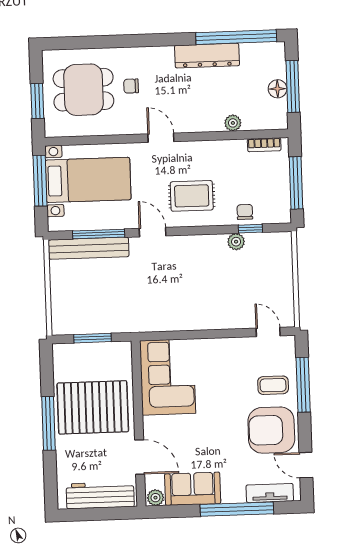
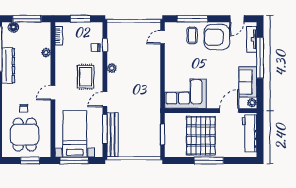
floor lamp: (278, 89) -> (13, 27), moved
window: (296, 183) -> (80, 19), width x0.69
plant: (236, 242) -> (112, 68), moved
armchair: (271, 430) -> (217, 37), turned 90

